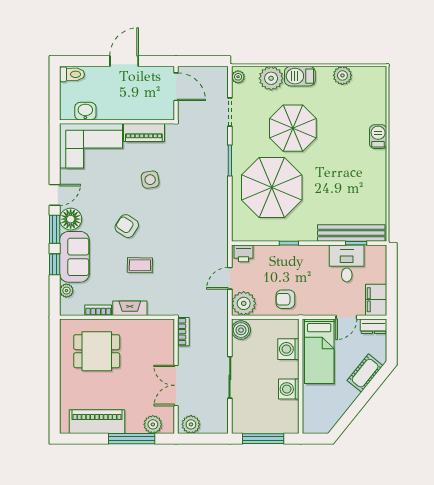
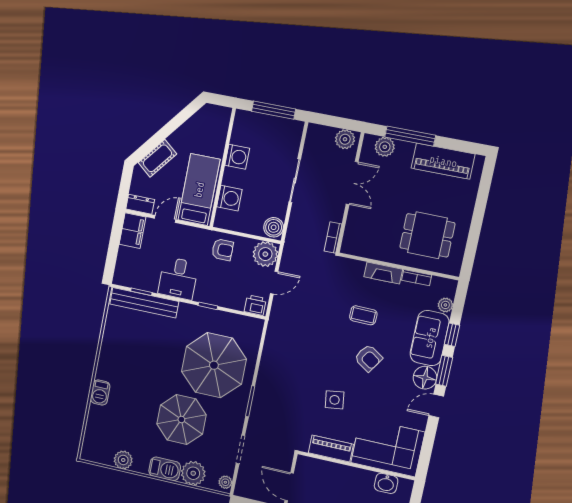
desk: (347, 263) -> (178, 278), moved

